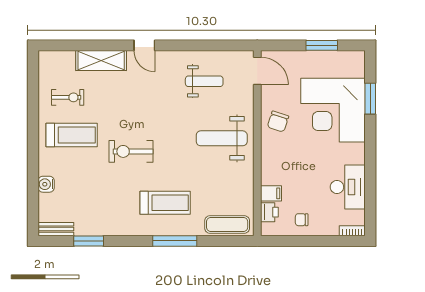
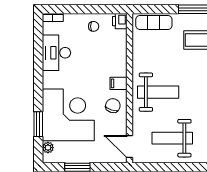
plant: (358, 70) -> (48, 148), added
weight bench: (204, 81) -> (172, 138), width x1.36, depth x1.33
filing cabinet: (271, 193) -> (118, 83), moved
printer: (269, 212) -> (120, 21), moved

